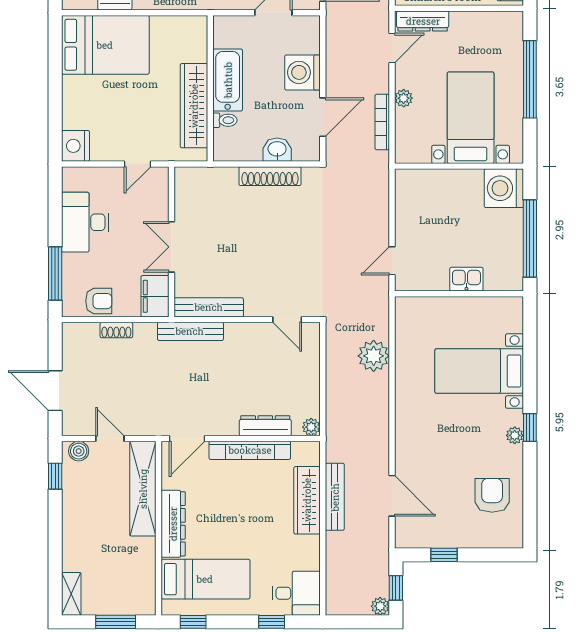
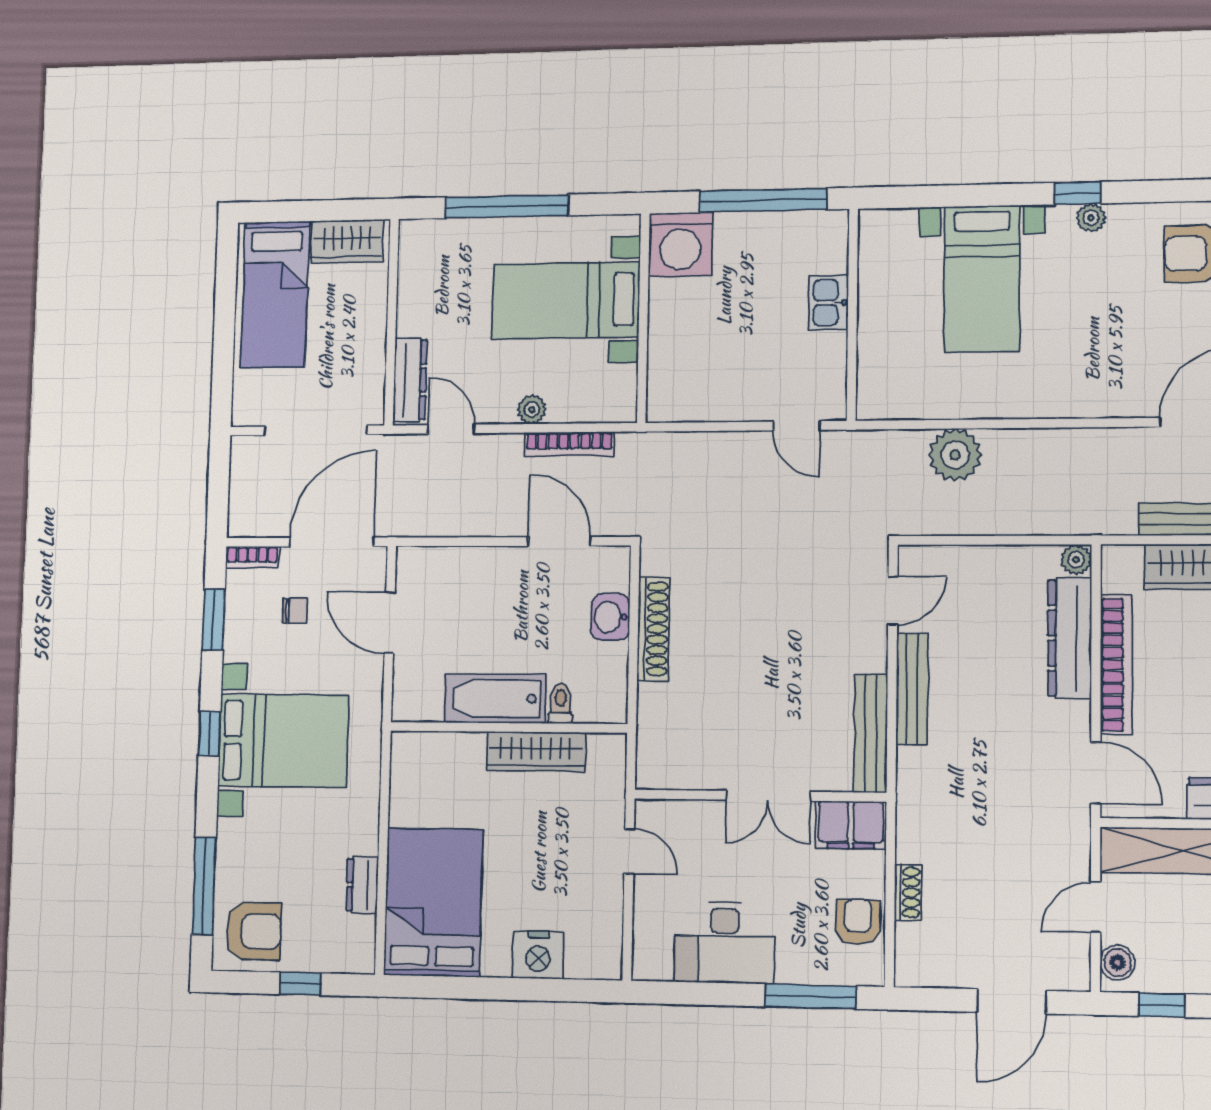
washing machine: (302, 72) -> (486, 575), removed
wardrobe: (194, 106) -> (536, 752), width x0.71, depth x0.85
nightstand: (76, 146) -> (538, 955), moved
bench: (190, 331) -> (912, 689), moved
dresser: (265, 426) -> (1070, 638), width x1.37, depth x1.24

